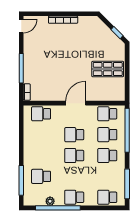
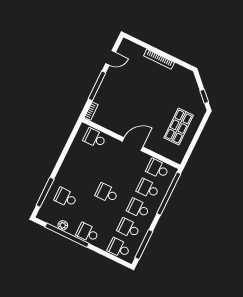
door: (21, 26) -> (111, 58), moved
shop shelf: (108, 69) -> (179, 127), turned 90
school desk: (74, 135) -> (129, 228), moved

